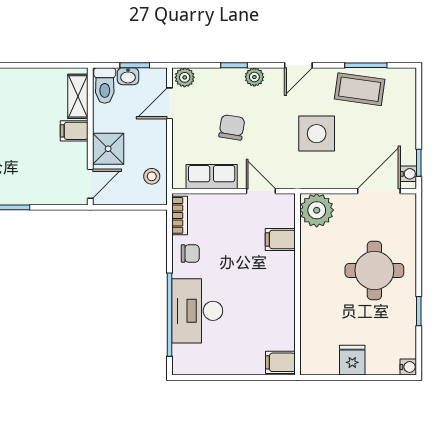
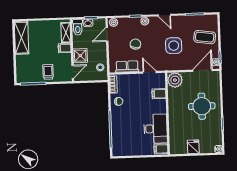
door: (298, 65) -> (164, 15), hinge flipped
coffee table: (360, 89) -> (205, 37), moved
trolley: (36, 182) -> (48, 72), added
desk: (197, 311) -> (156, 129), moved, turned 180

